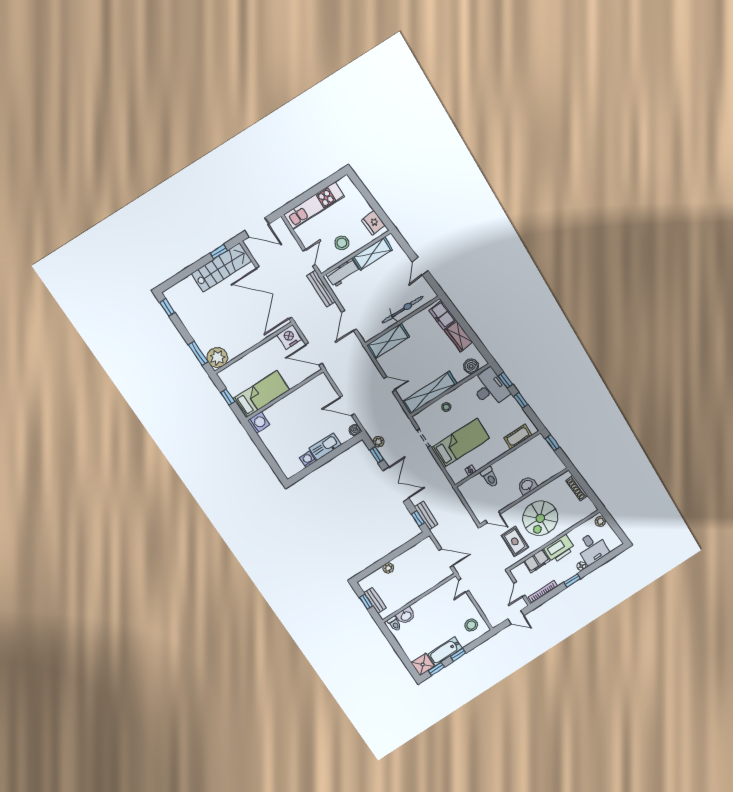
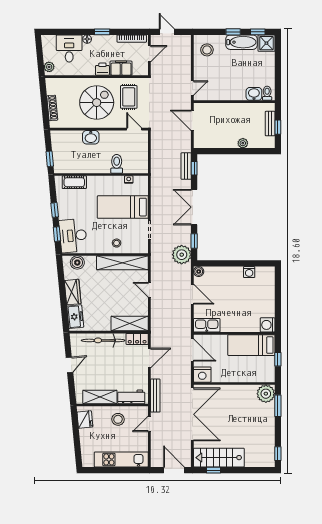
locker: (372, 331) -> (137, 339), added
plant: (379, 442) -> (182, 255), width x1.87, depth x1.87
kitchen sink: (325, 446) -> (207, 325), moved, turned 180
printer: (559, 549) -> (102, 69), width x0.53, depth x0.68

